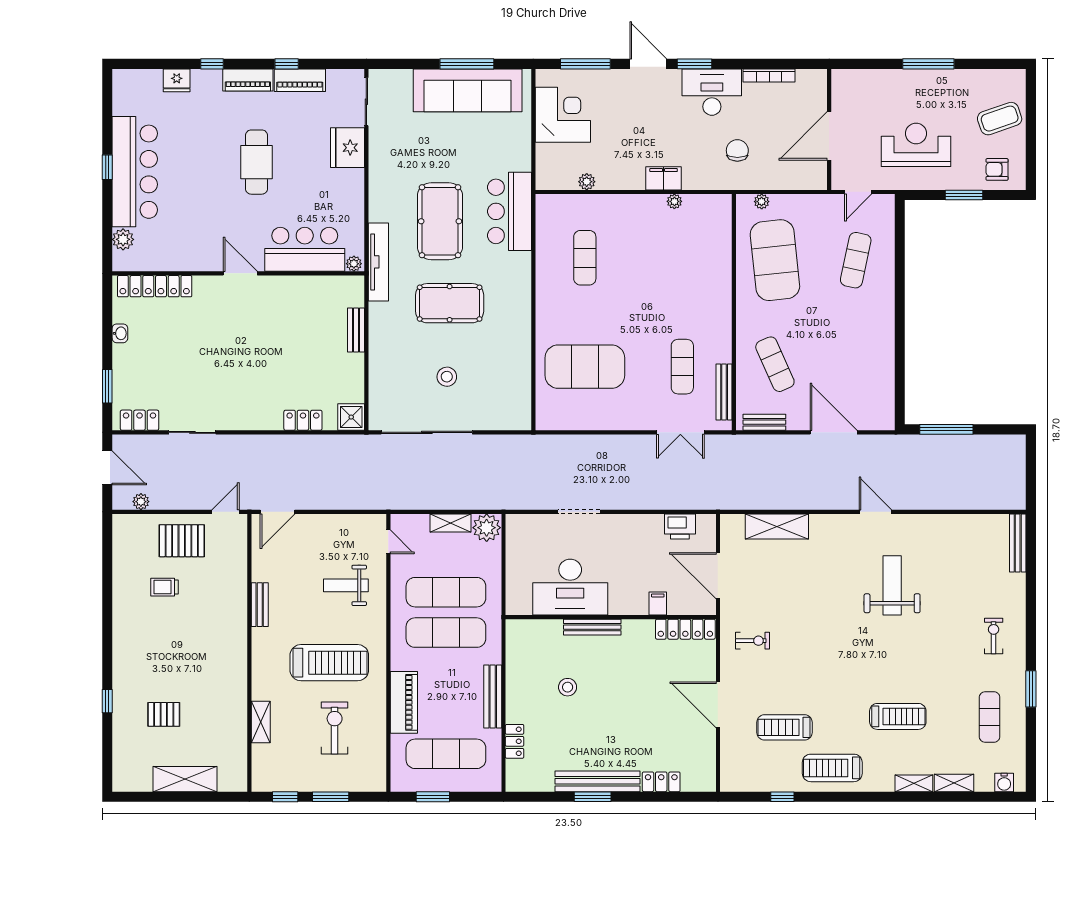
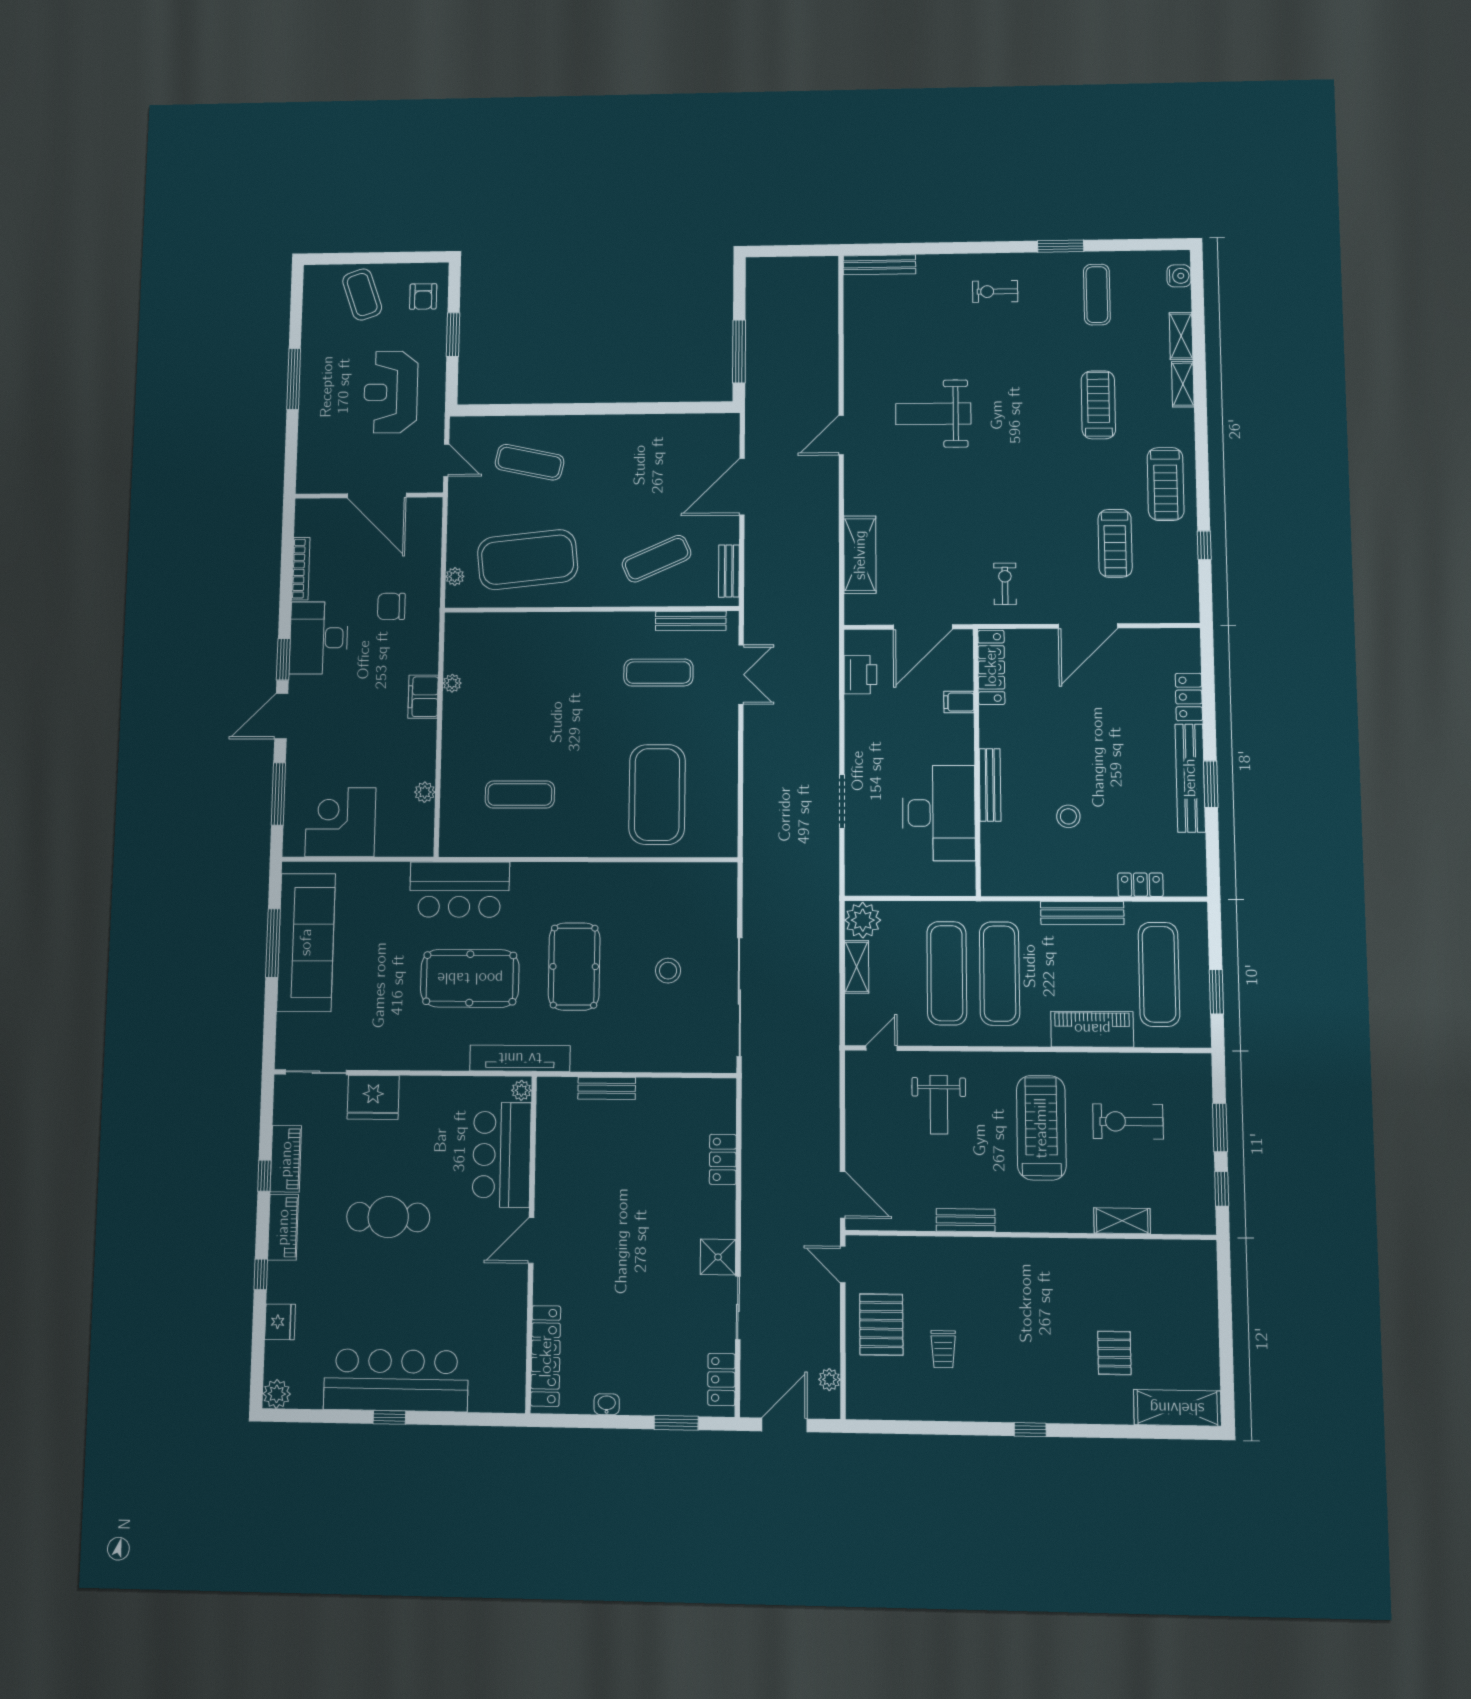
plant: (123, 239) -> (277, 1394), moved
shower: (351, 417) -> (718, 1257), moved
window: (107, 701) -> (1030, 1430), moved
exercise mat: (990, 717) -> (1097, 295), turned 90
shelving: (185, 779) -> (1177, 1408), moved, turned 90

